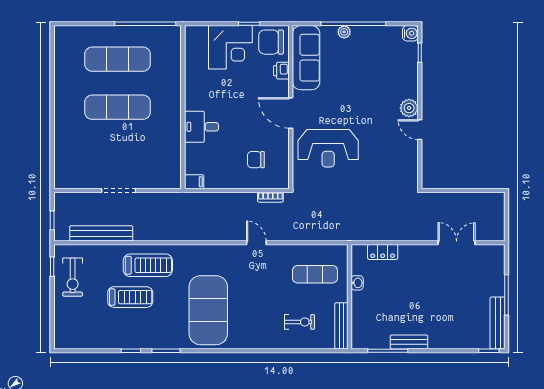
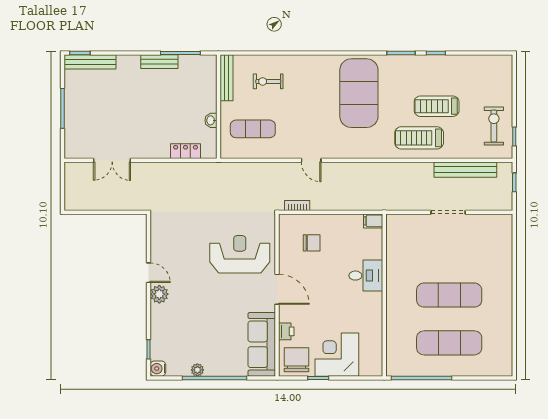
plant: (344, 32) -> (197, 370), moved
chair: (271, 42) -> (297, 360), turned -90
bench: (498, 323) -> (90, 62), moved, turned 90

